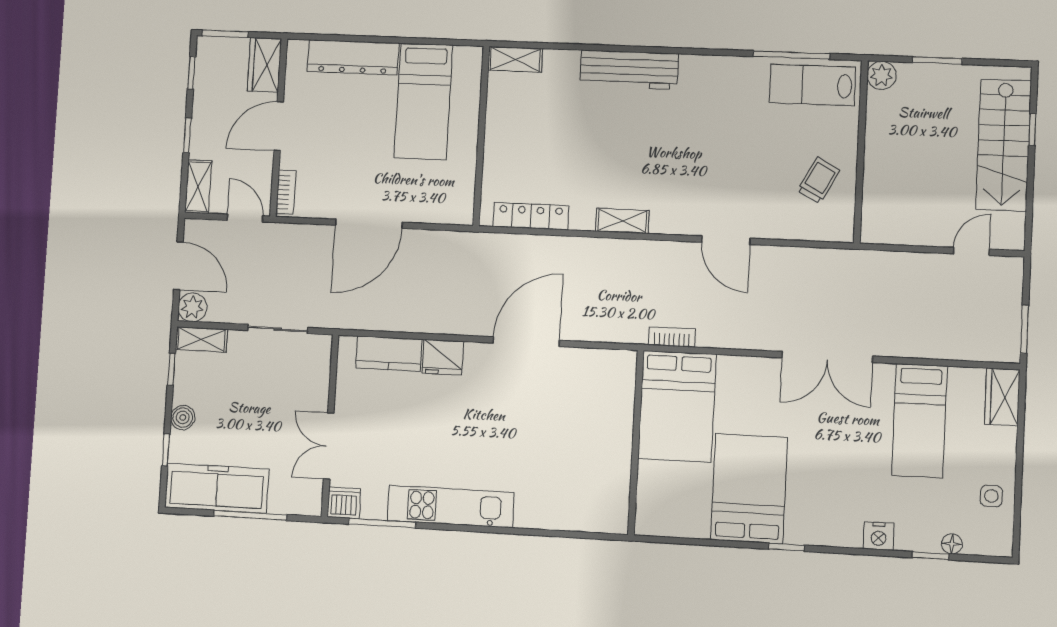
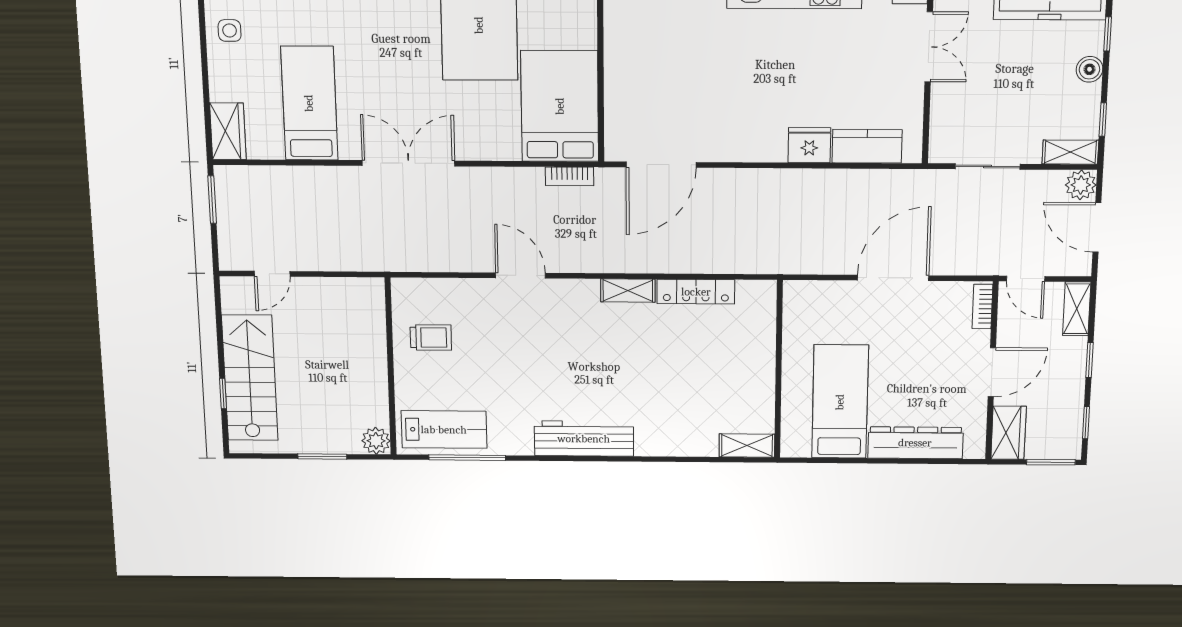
workbench: (629, 70) -> (584, 439), moved
trolley: (819, 180) -> (431, 338), turned -118
locker: (531, 216) -> (696, 292), moved
door: (526, 342) -> (661, 165), moved

